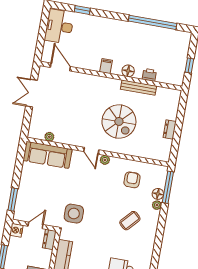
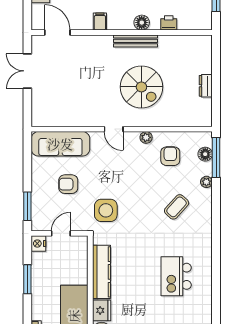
filing cabinet: (106, 66) -> (100, 21), moved
bench: (139, 88) -> (136, 41), moved
plant: (49, 137) -> (59, 121), removed
plant: (105, 160) -> (146, 137), moved
armchair: (48, 188) -> (68, 184), added
floor lamp: (158, 194) -> (205, 154), moved
dresser: (49, 239) -> (81, 248), removed

